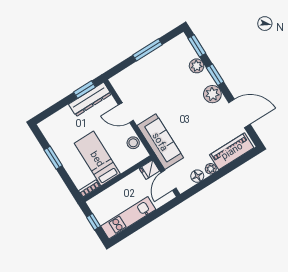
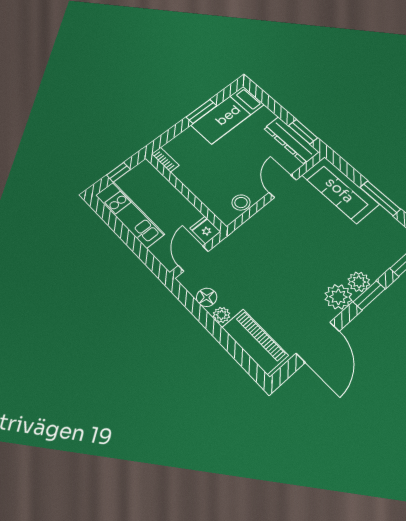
plant: (197, 66) -> (359, 282), moved
sofa: (160, 142) -> (340, 190), moved, turned 90
bed: (97, 159) -> (228, 115), moved, turned 180
door: (169, 180) -> (193, 258), hinge flipped

